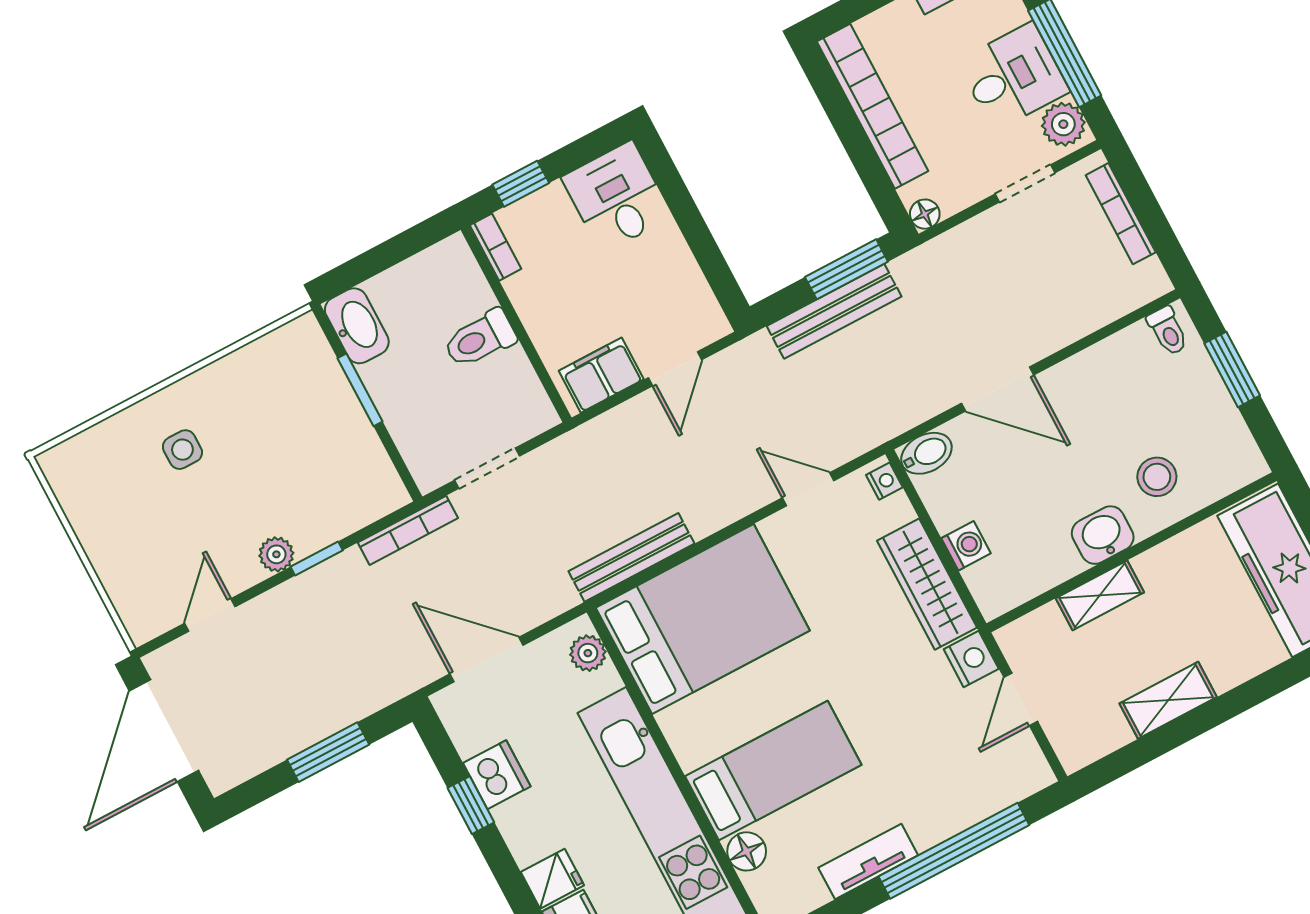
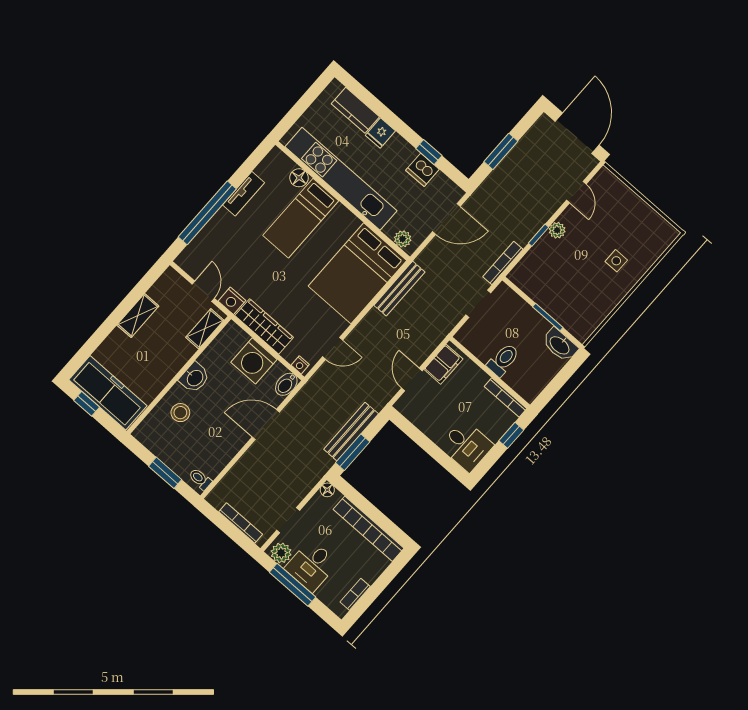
bookcase: (495, 247) -> (505, 398), width x1.56
washing machine: (966, 546) -> (254, 361), width x1.89, depth x1.89
shelving: (1100, 595) -> (205, 329), moved

